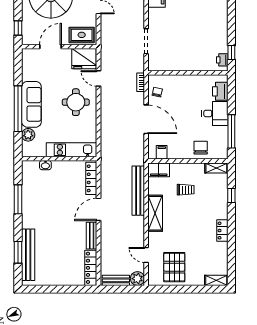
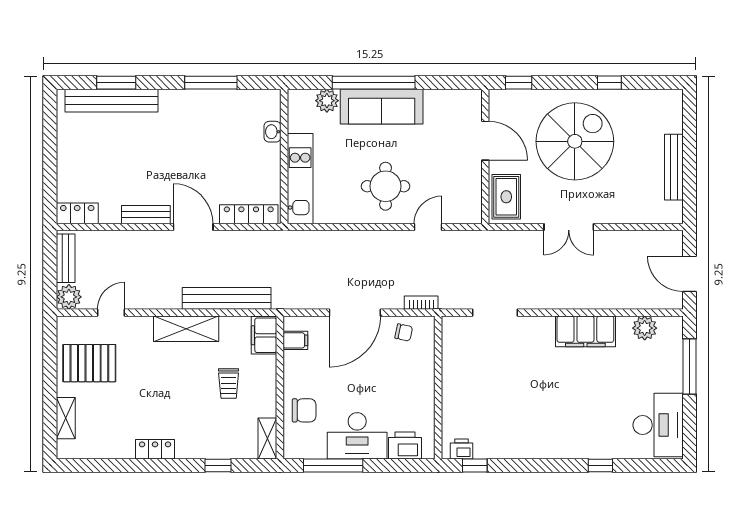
fridge: (84, 59) -> (464, 201), removed
desk: (215, 113) -> (357, 436), width x1.37
locker: (91, 268) -> (77, 213), width x0.66
shelving: (216, 280) -> (66, 418), moved

